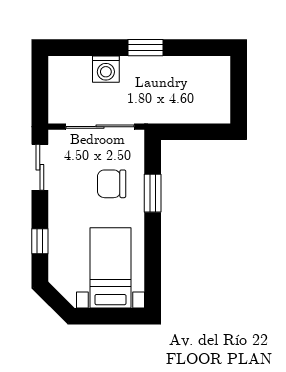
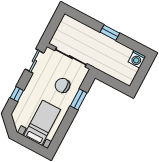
washing machine: (106, 69) -> (137, 59), moved

